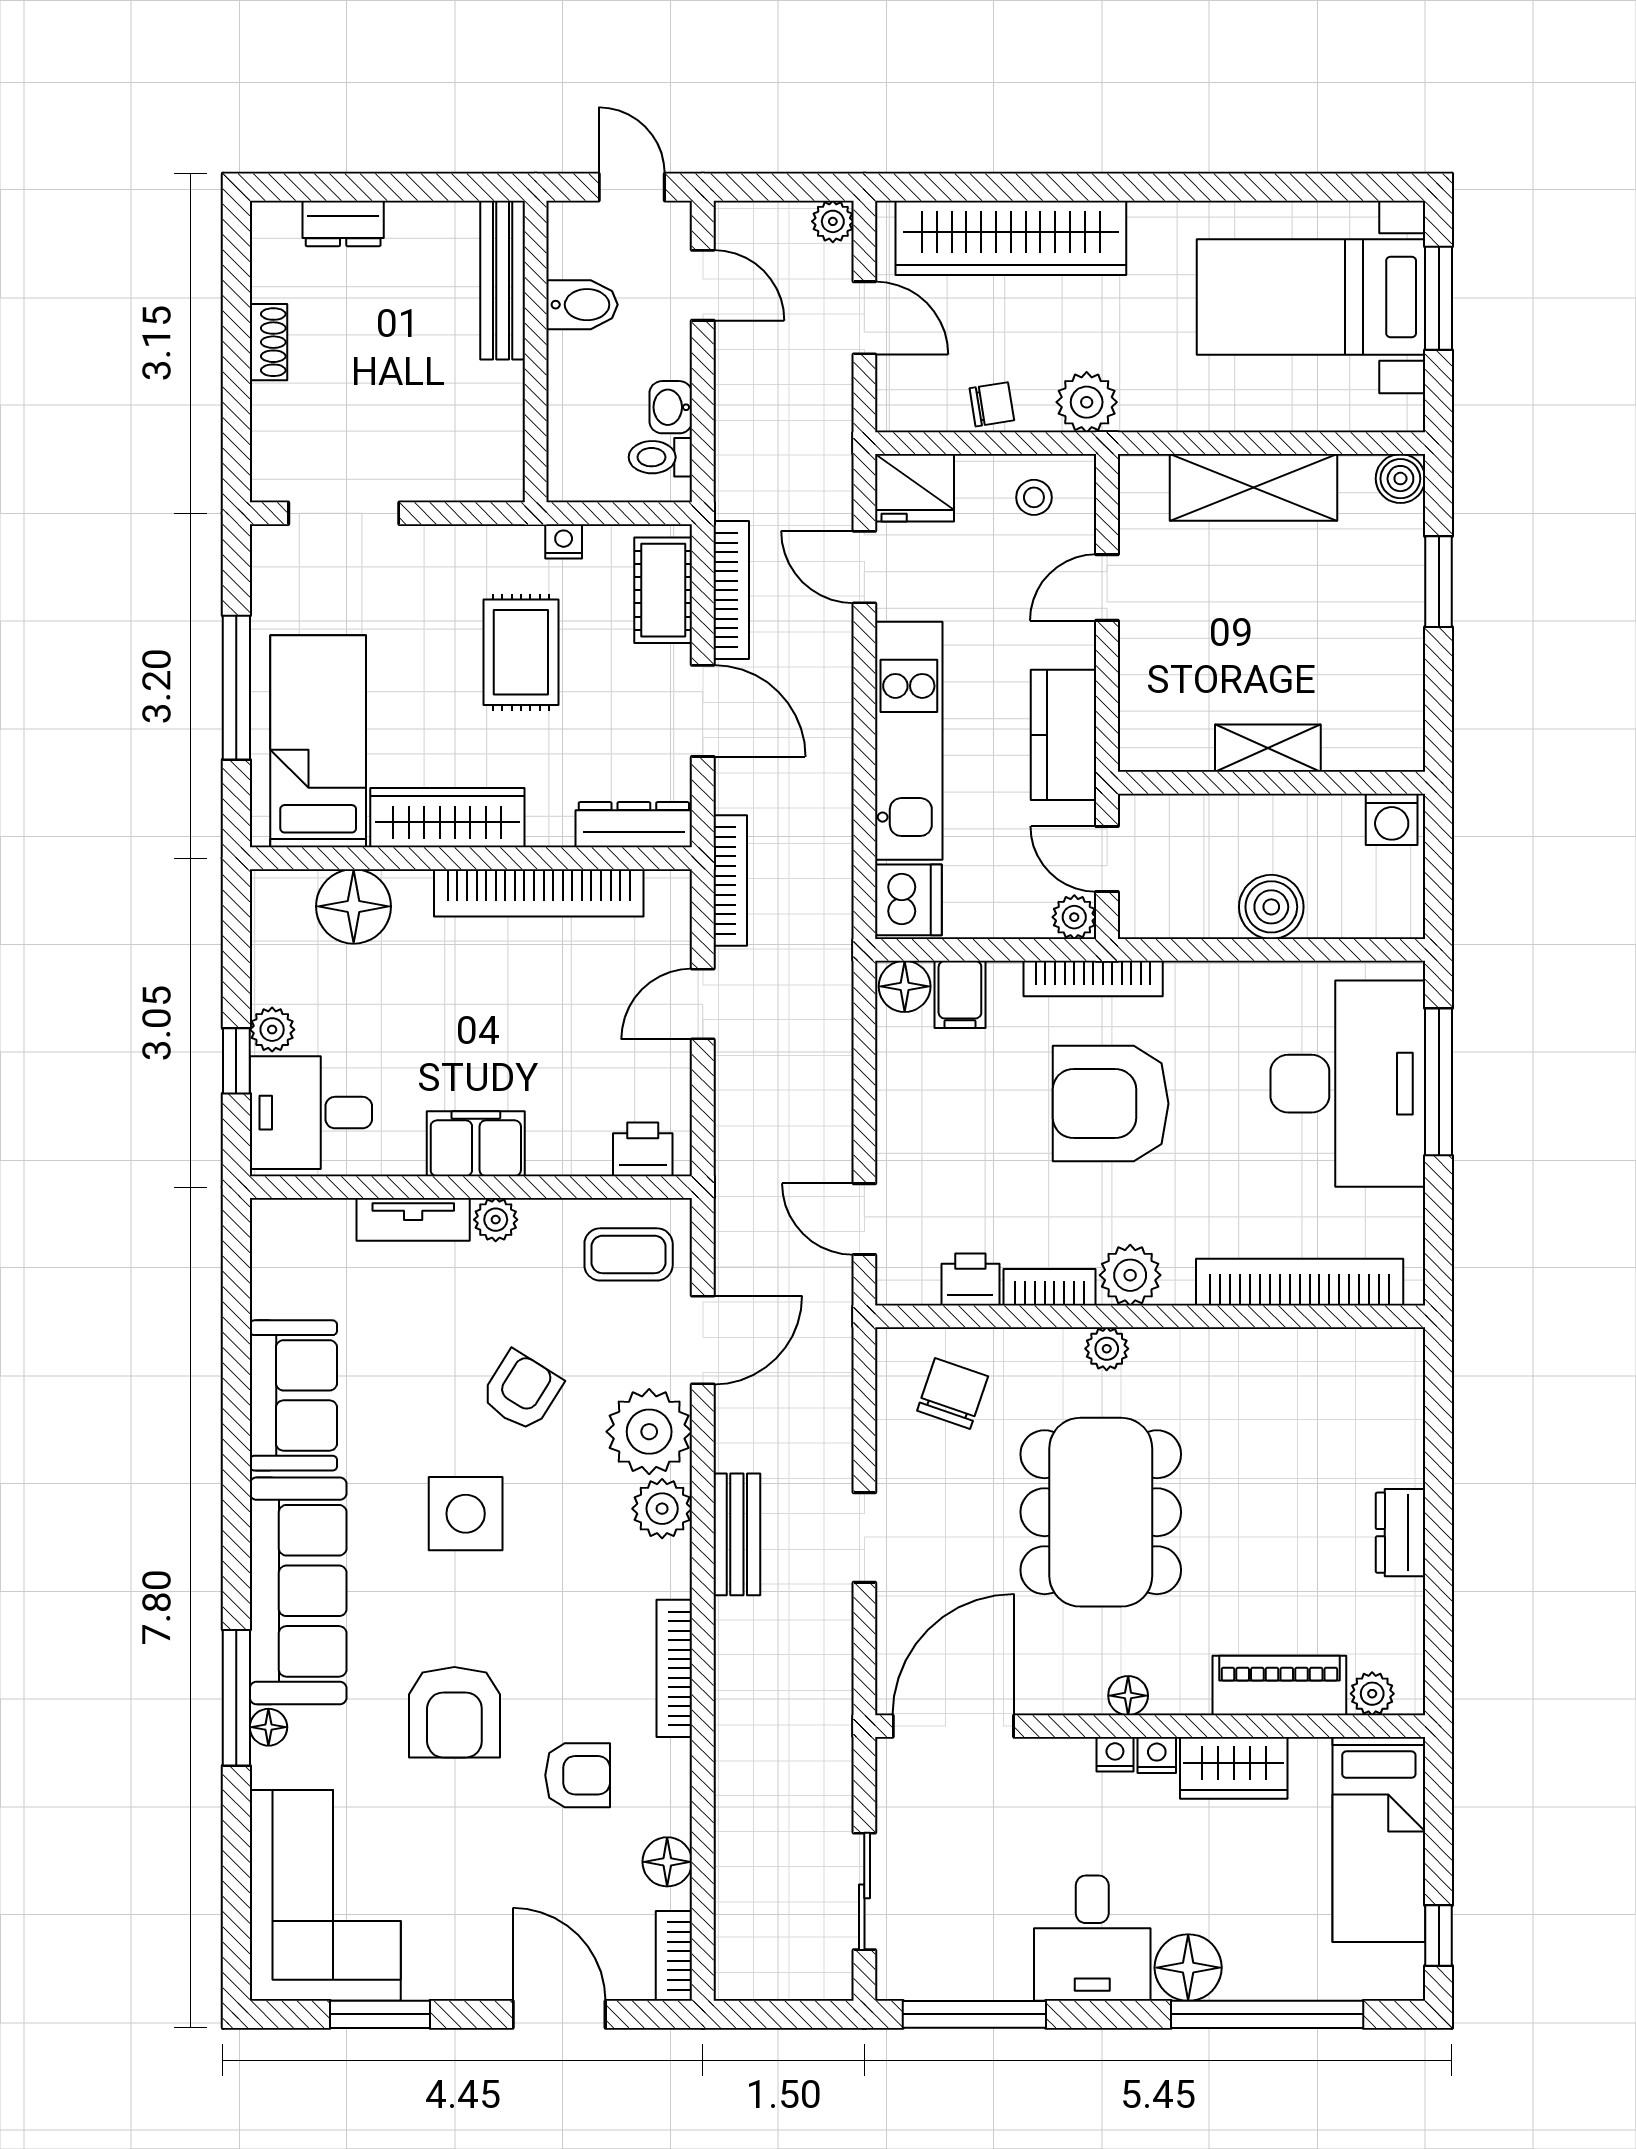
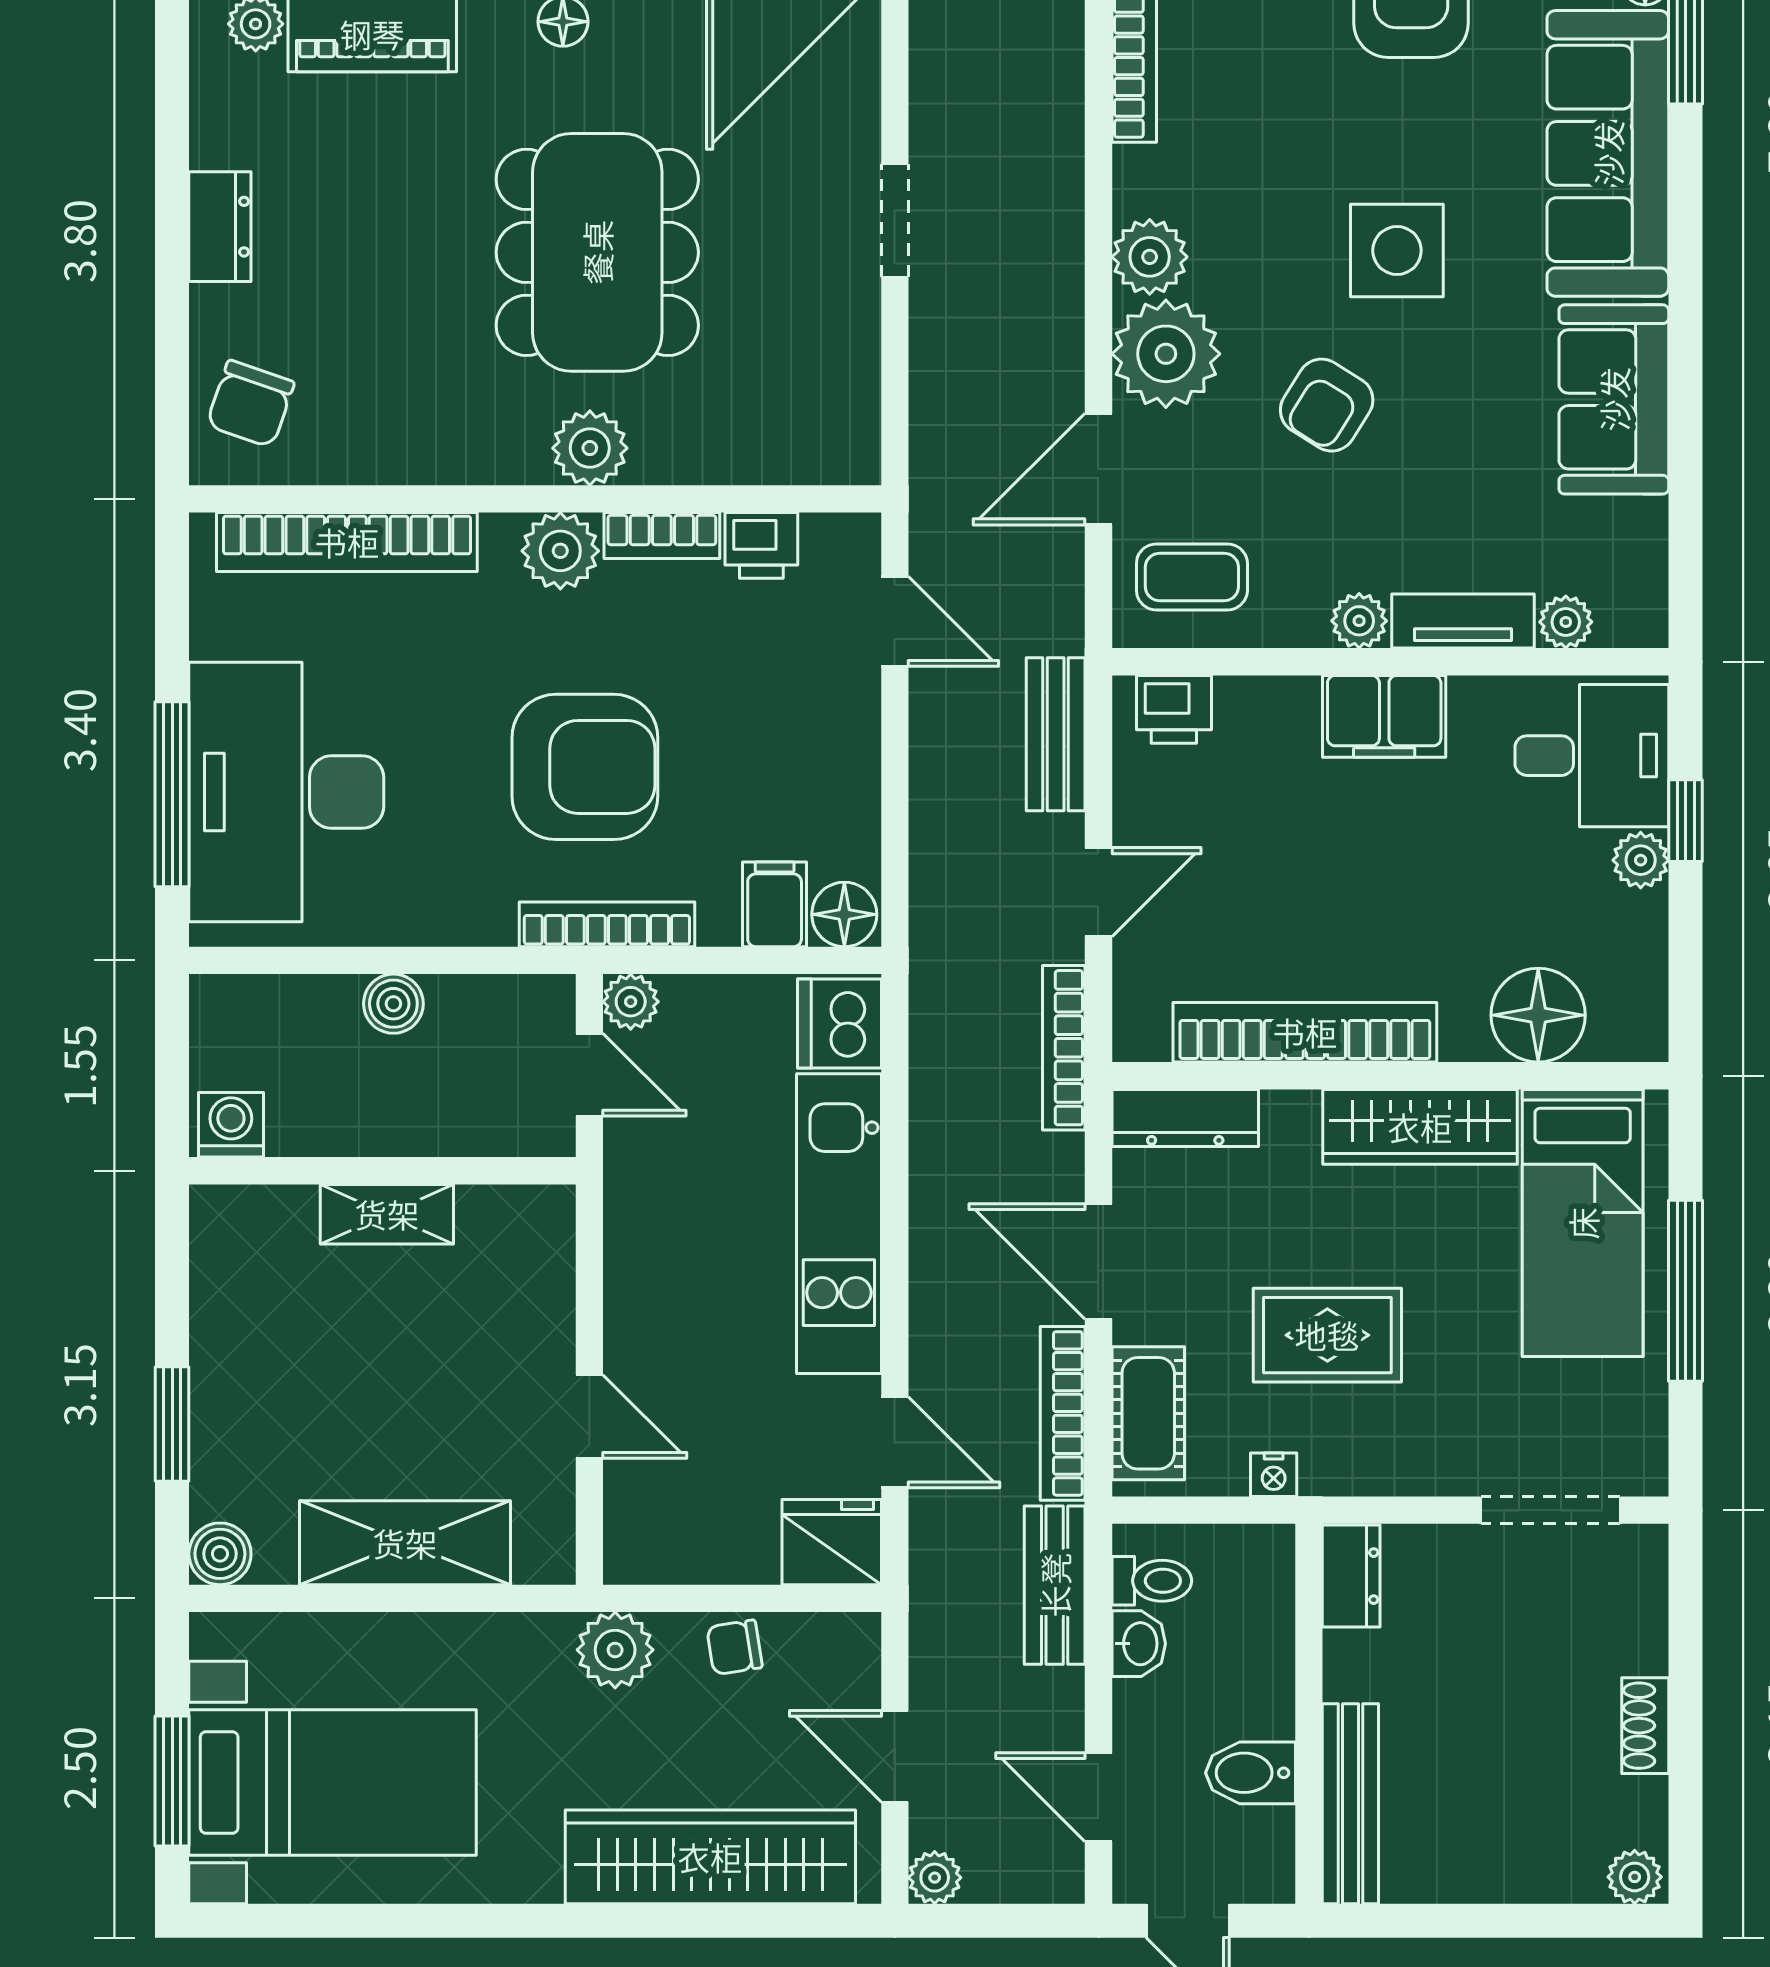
plant: (277, 222) -> (1635, 1877), added
dresser: (343, 223) -> (1351, 1576), moved, turned 90
bench: (738, 454) -> (1055, 1585), added
stool: (1034, 497) -> (681, 1530), removed
door: (1107, 588) -> (589, 1417), hinge flipped
rug: (521, 652) -> (1327, 1335), turned 90
kitchen counter: (1064, 735) -> (644, 1231), removed
boiler: (1271, 907) -> (393, 1004), width x0.73, depth x0.73
plant: (332, 1219) -> (1566, 622), added
plant: (1107, 1349) -> (590, 448), width x1.38, depth x1.38
chair: (953, 1394) -> (250, 404), moved
bench: (737, 1534) -> (1056, 734), moved

